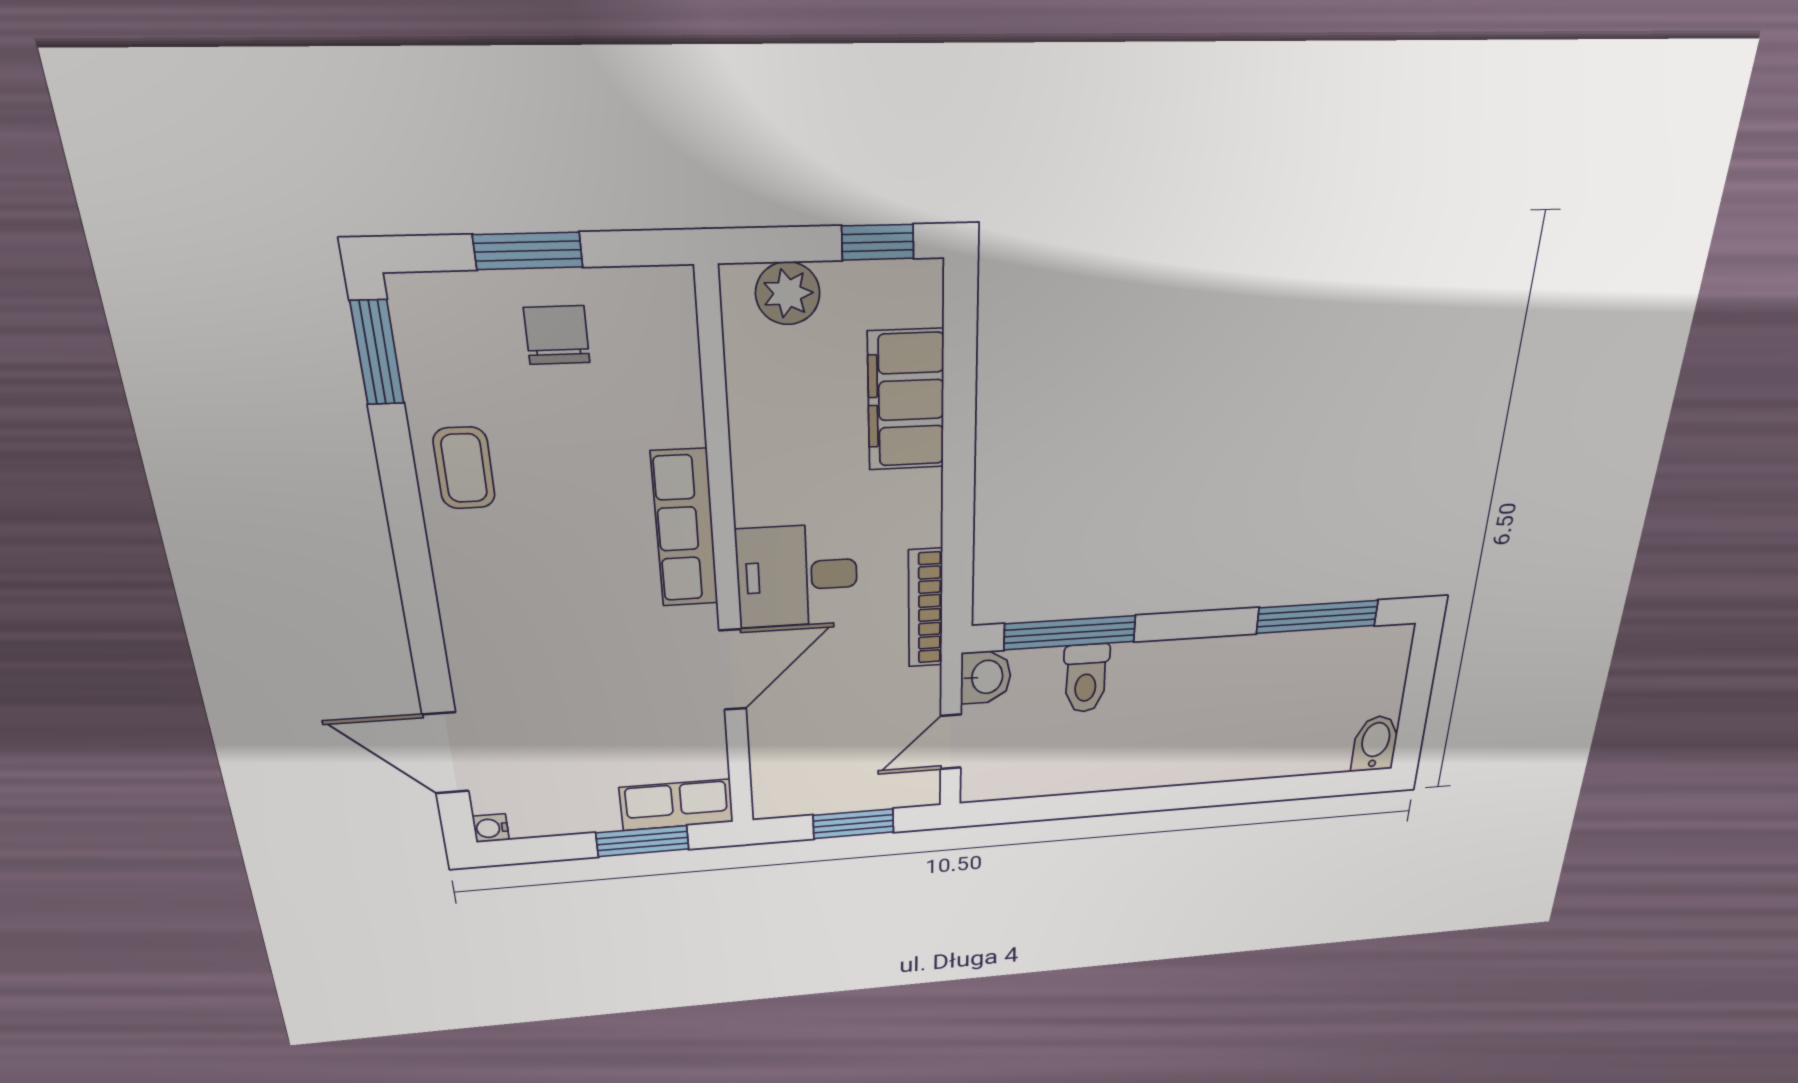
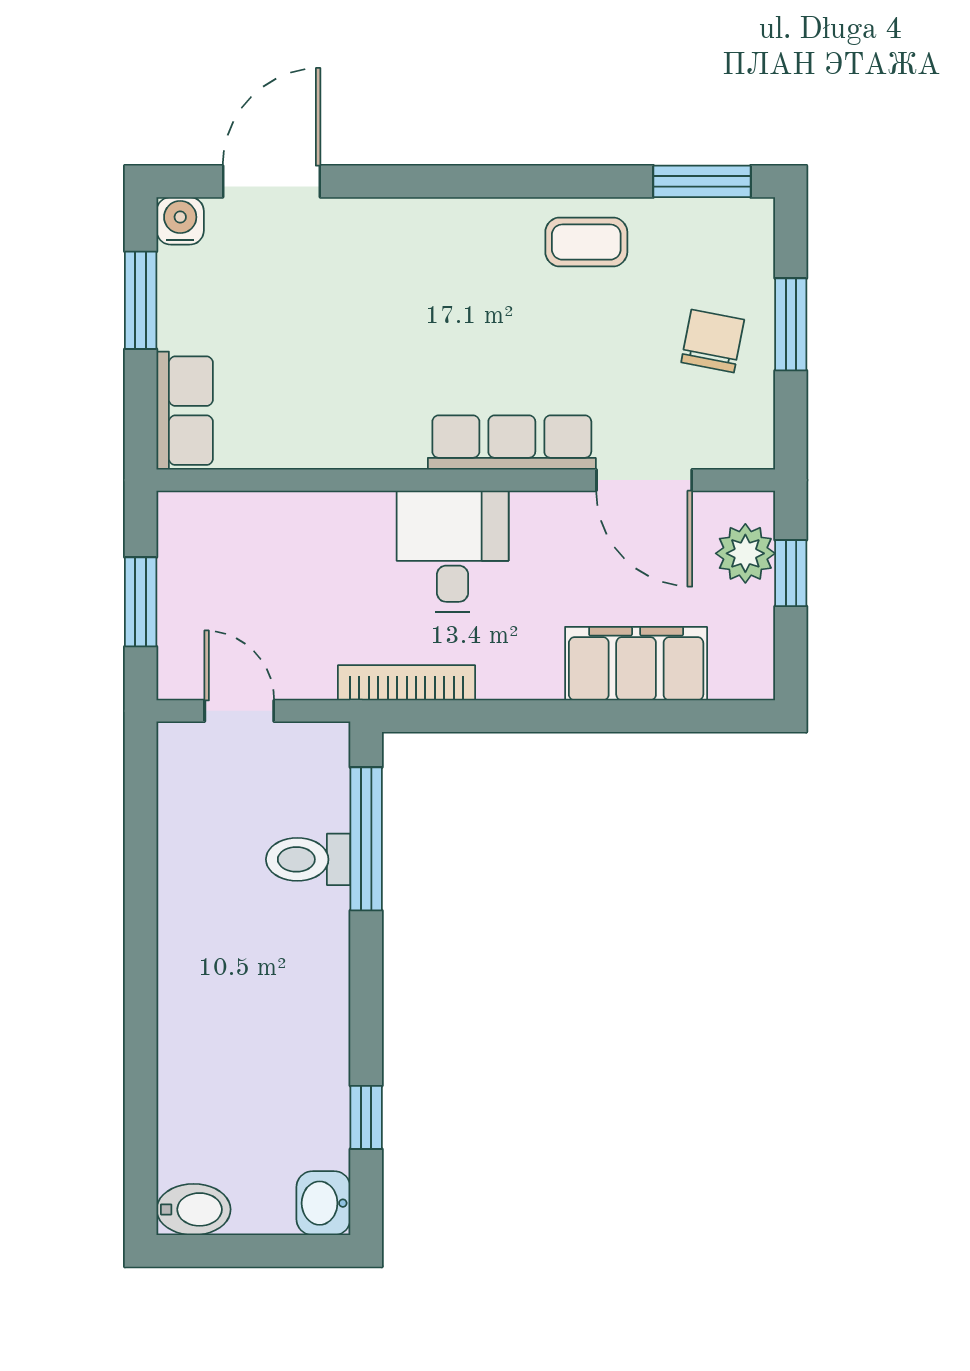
window: (878, 242) -> (791, 573), moved
chair: (557, 335) -> (713, 341), turned -79
window: (1317, 617) -> (366, 1117), width x0.46
door: (733, 670) -> (644, 480), moved
washbasin: (986, 677) -> (323, 1203), moved, turned 90
water cooler: (491, 828) -> (180, 221), width x1.38, depth x1.38
window: (643, 841) -> (141, 300), moved

